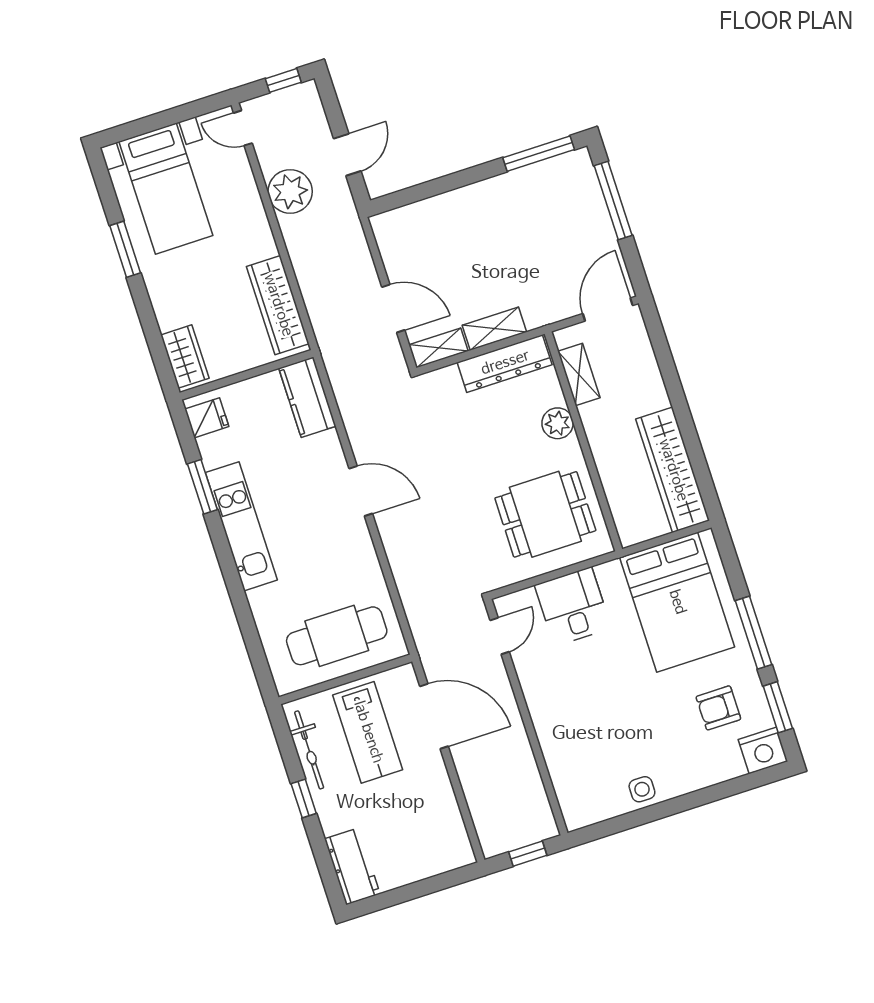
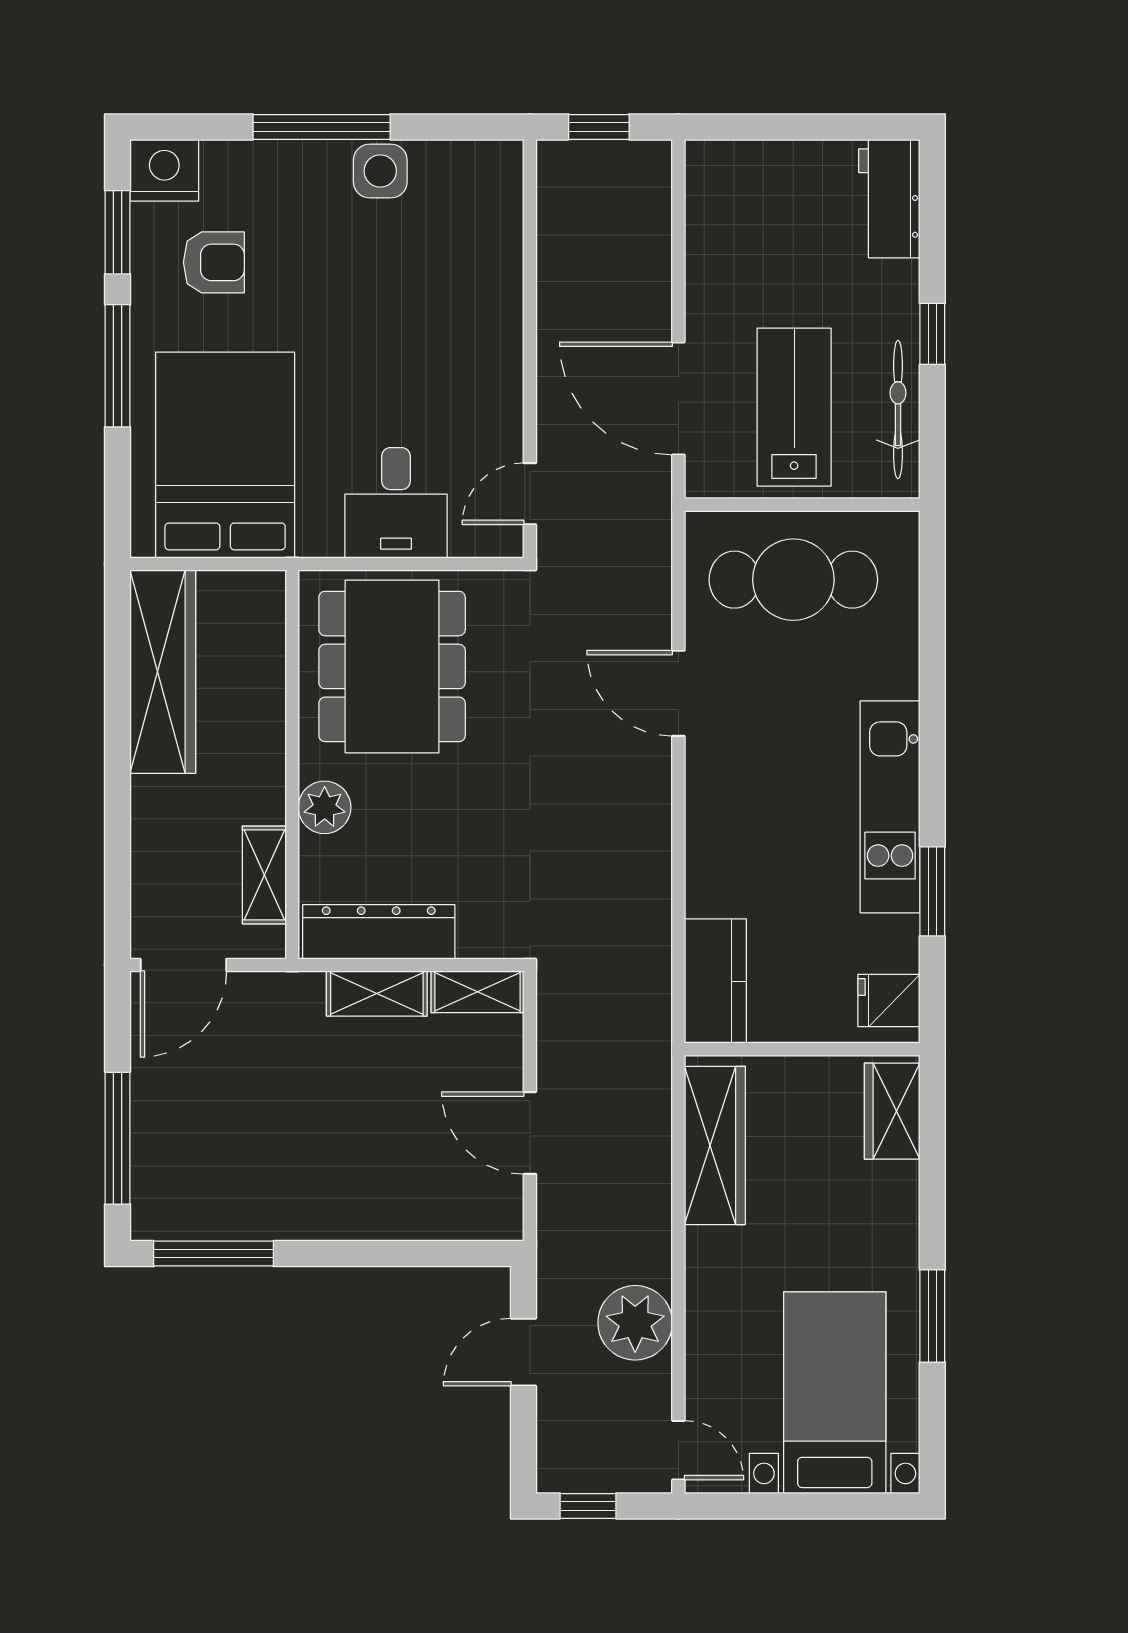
door: (393, 308) -> (530, 1133), moved
door: (361, 491) -> (678, 693), moved
dining table: (545, 514) -> (392, 666), width x1.38
side table: (642, 789) -> (380, 171), width x1.37, depth x1.37
window: (683, 803) -> (322, 127), added

